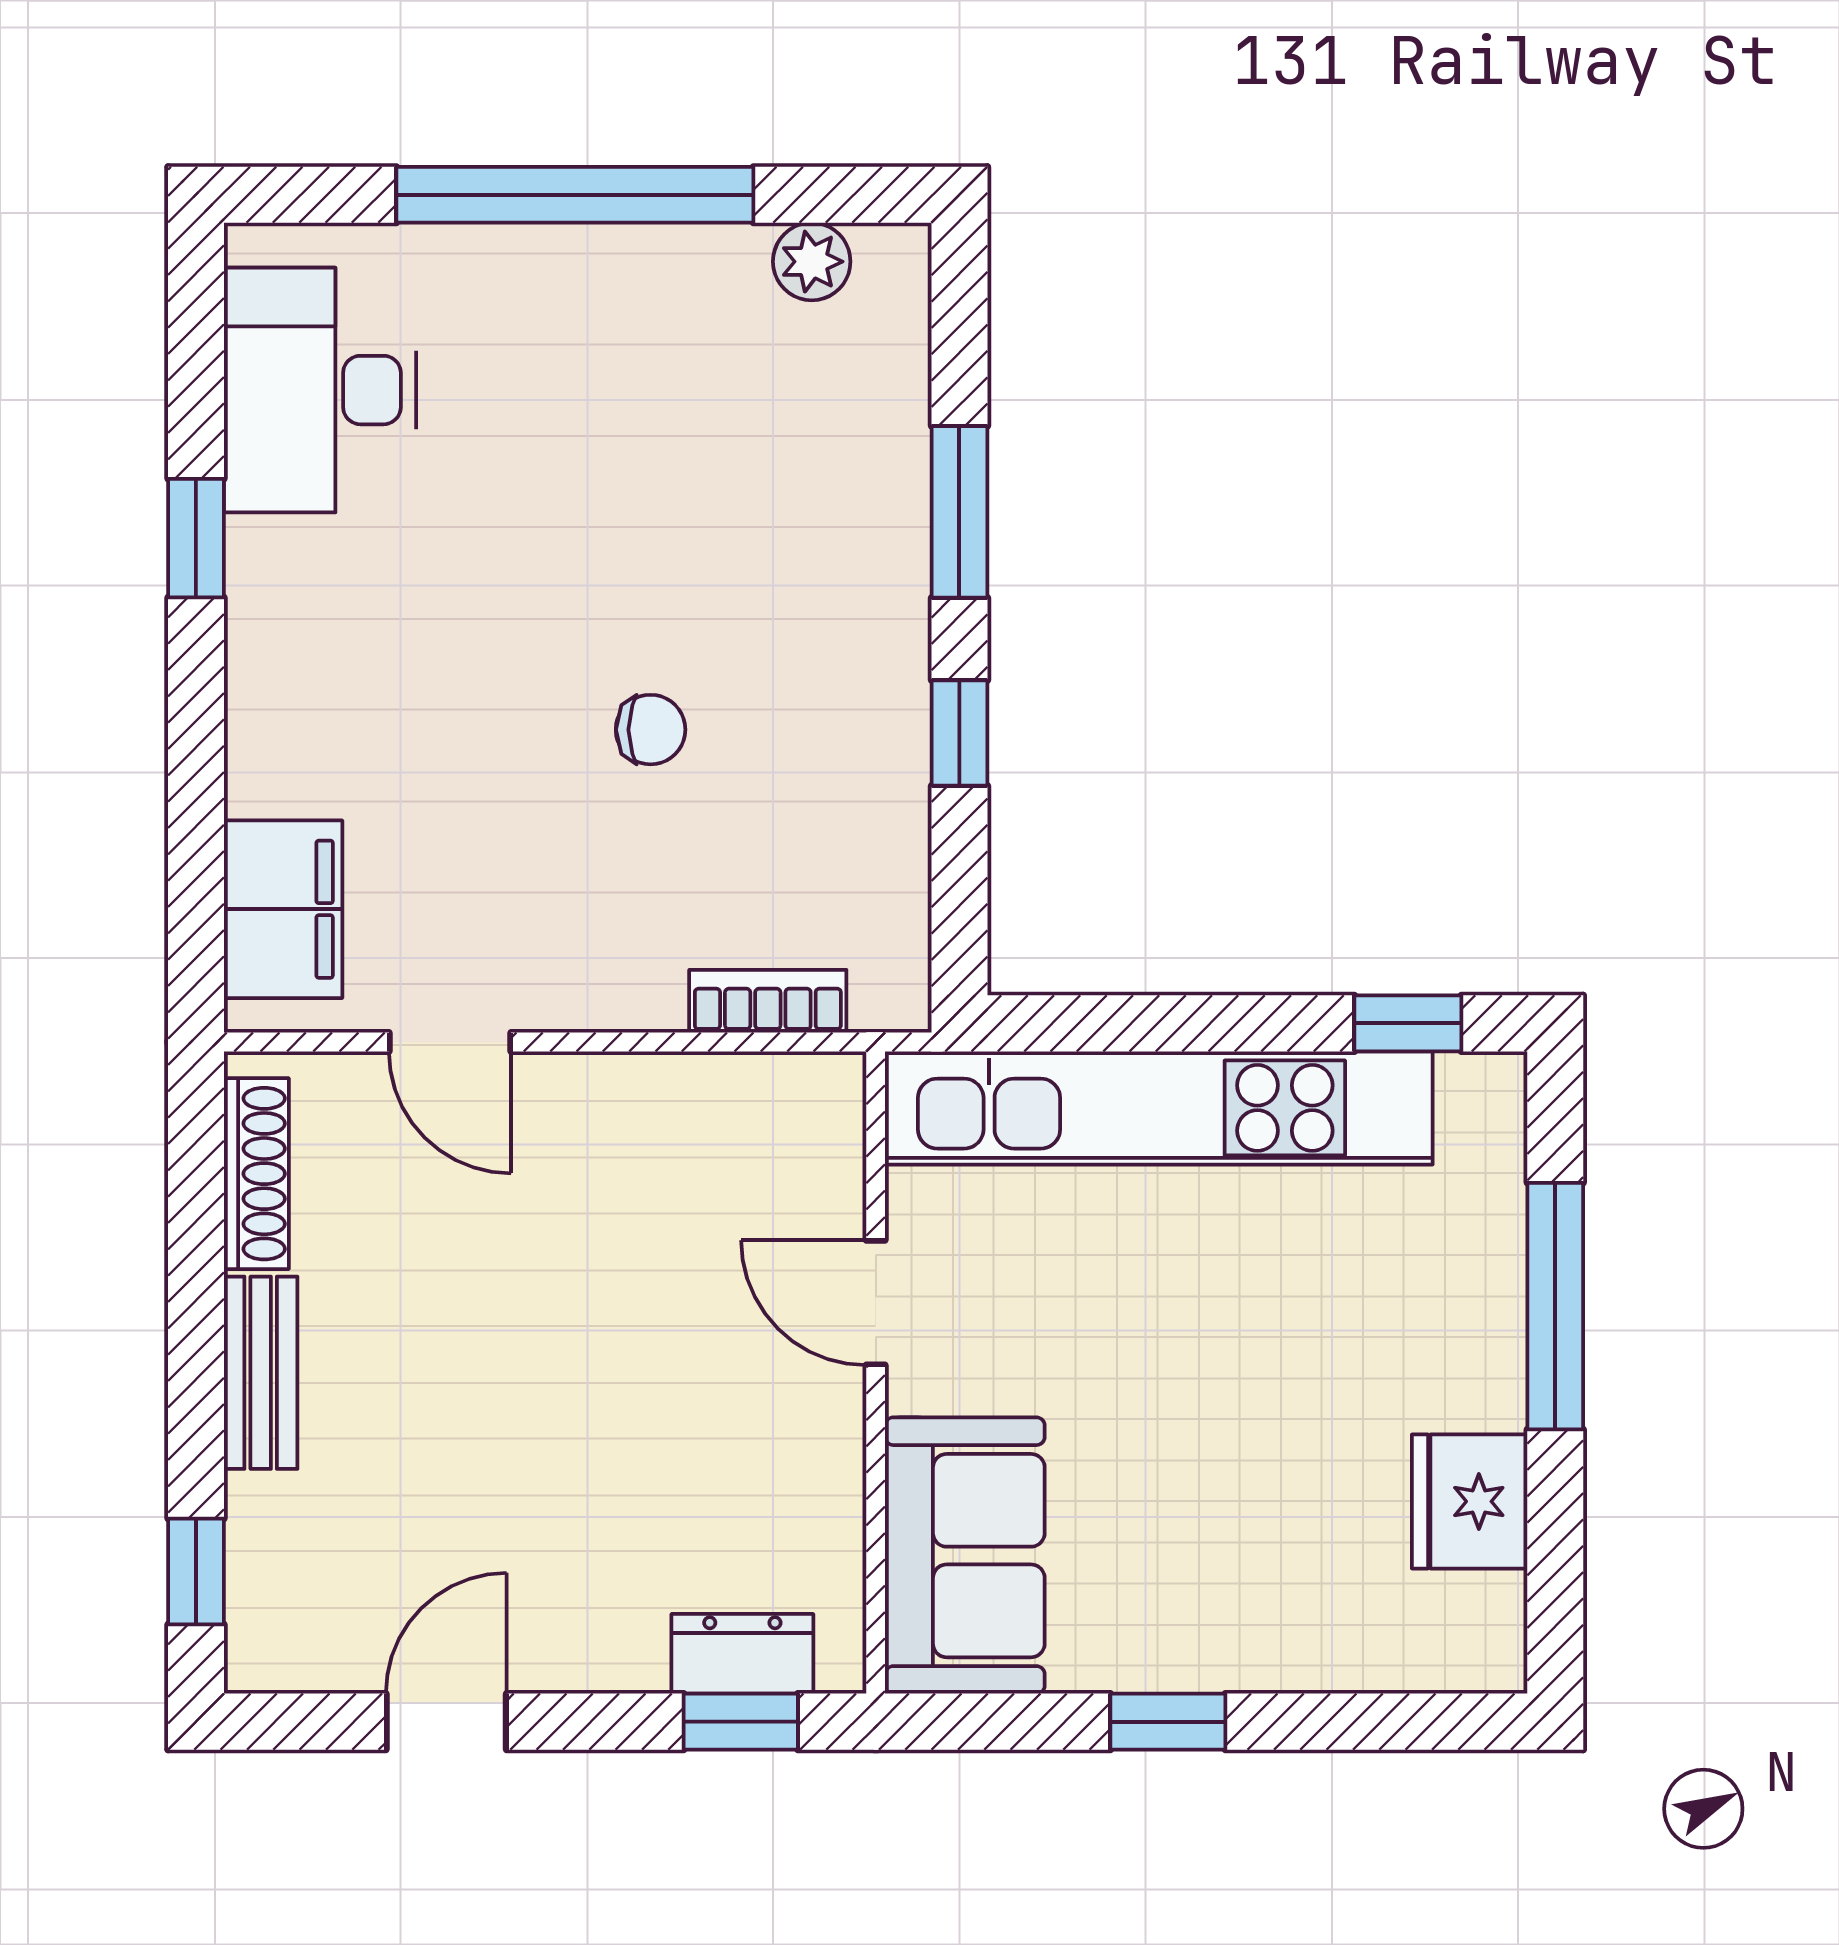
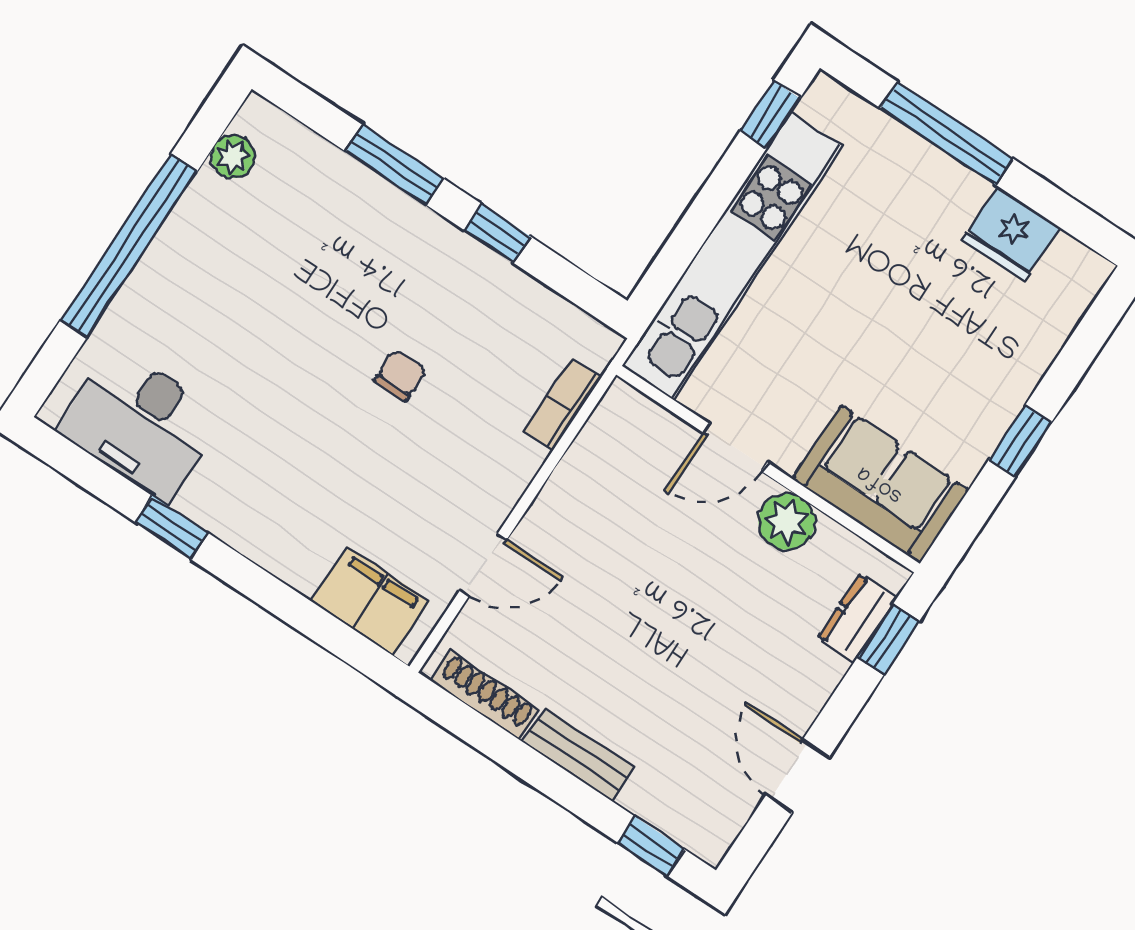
plant: (816, 1453) -> (787, 522), added

